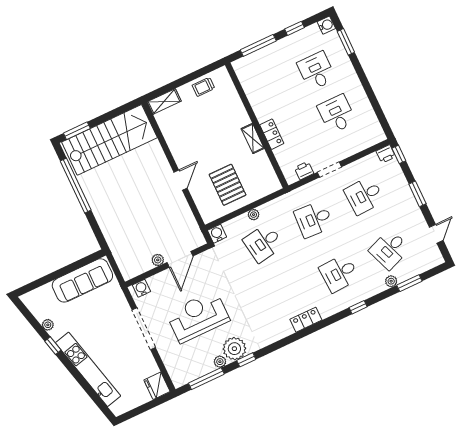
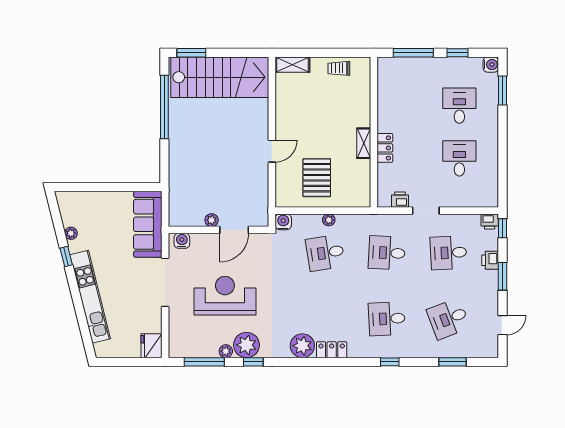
printer: (401, 185) -> (490, 260), added
sofa: (82, 280) -> (148, 224), moved, turned 90
plant: (391, 281) -> (302, 346), moved, width x1.88, depth x1.88

